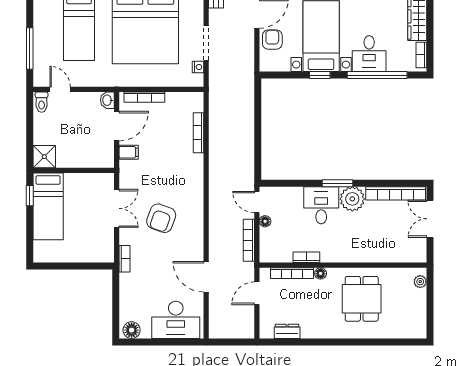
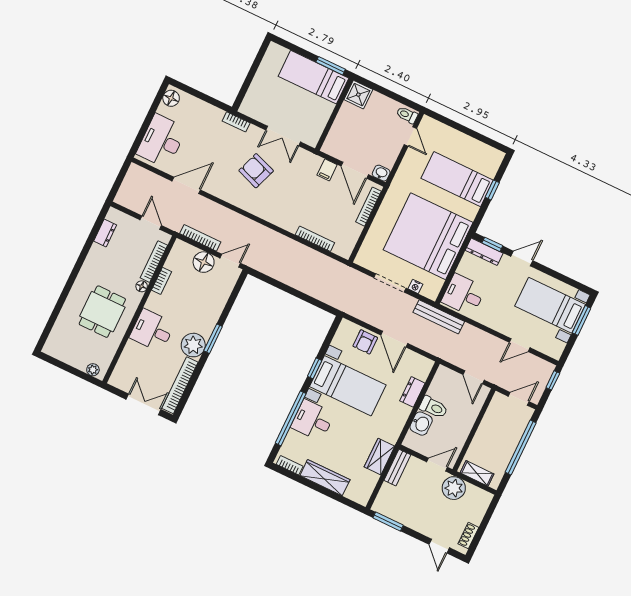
armchair: (272, 40) -> (365, 342), turned 90
window: (30, 48) -> (459, 127), removed
nightstand: (198, 67) -> (415, 286), moved
door: (60, 89) -> (410, 136), hinge flipped
window: (30, 196) -> (331, 66), width x1.50
desk: (321, 205) -> (152, 330), moved, turned 180
floor lamp: (265, 221) -> (204, 262), width x1.89, depth x1.89
dining table: (362, 299) -> (102, 312), turned 90

